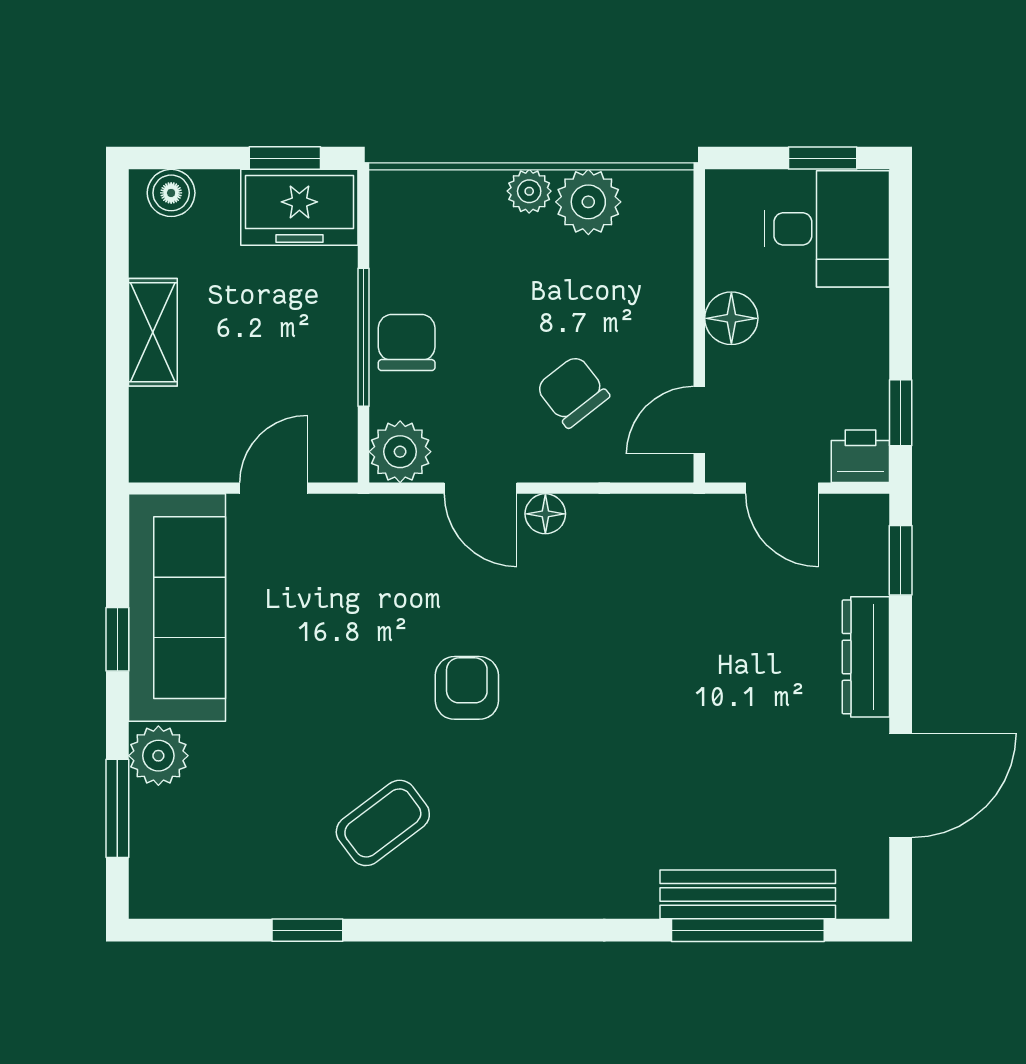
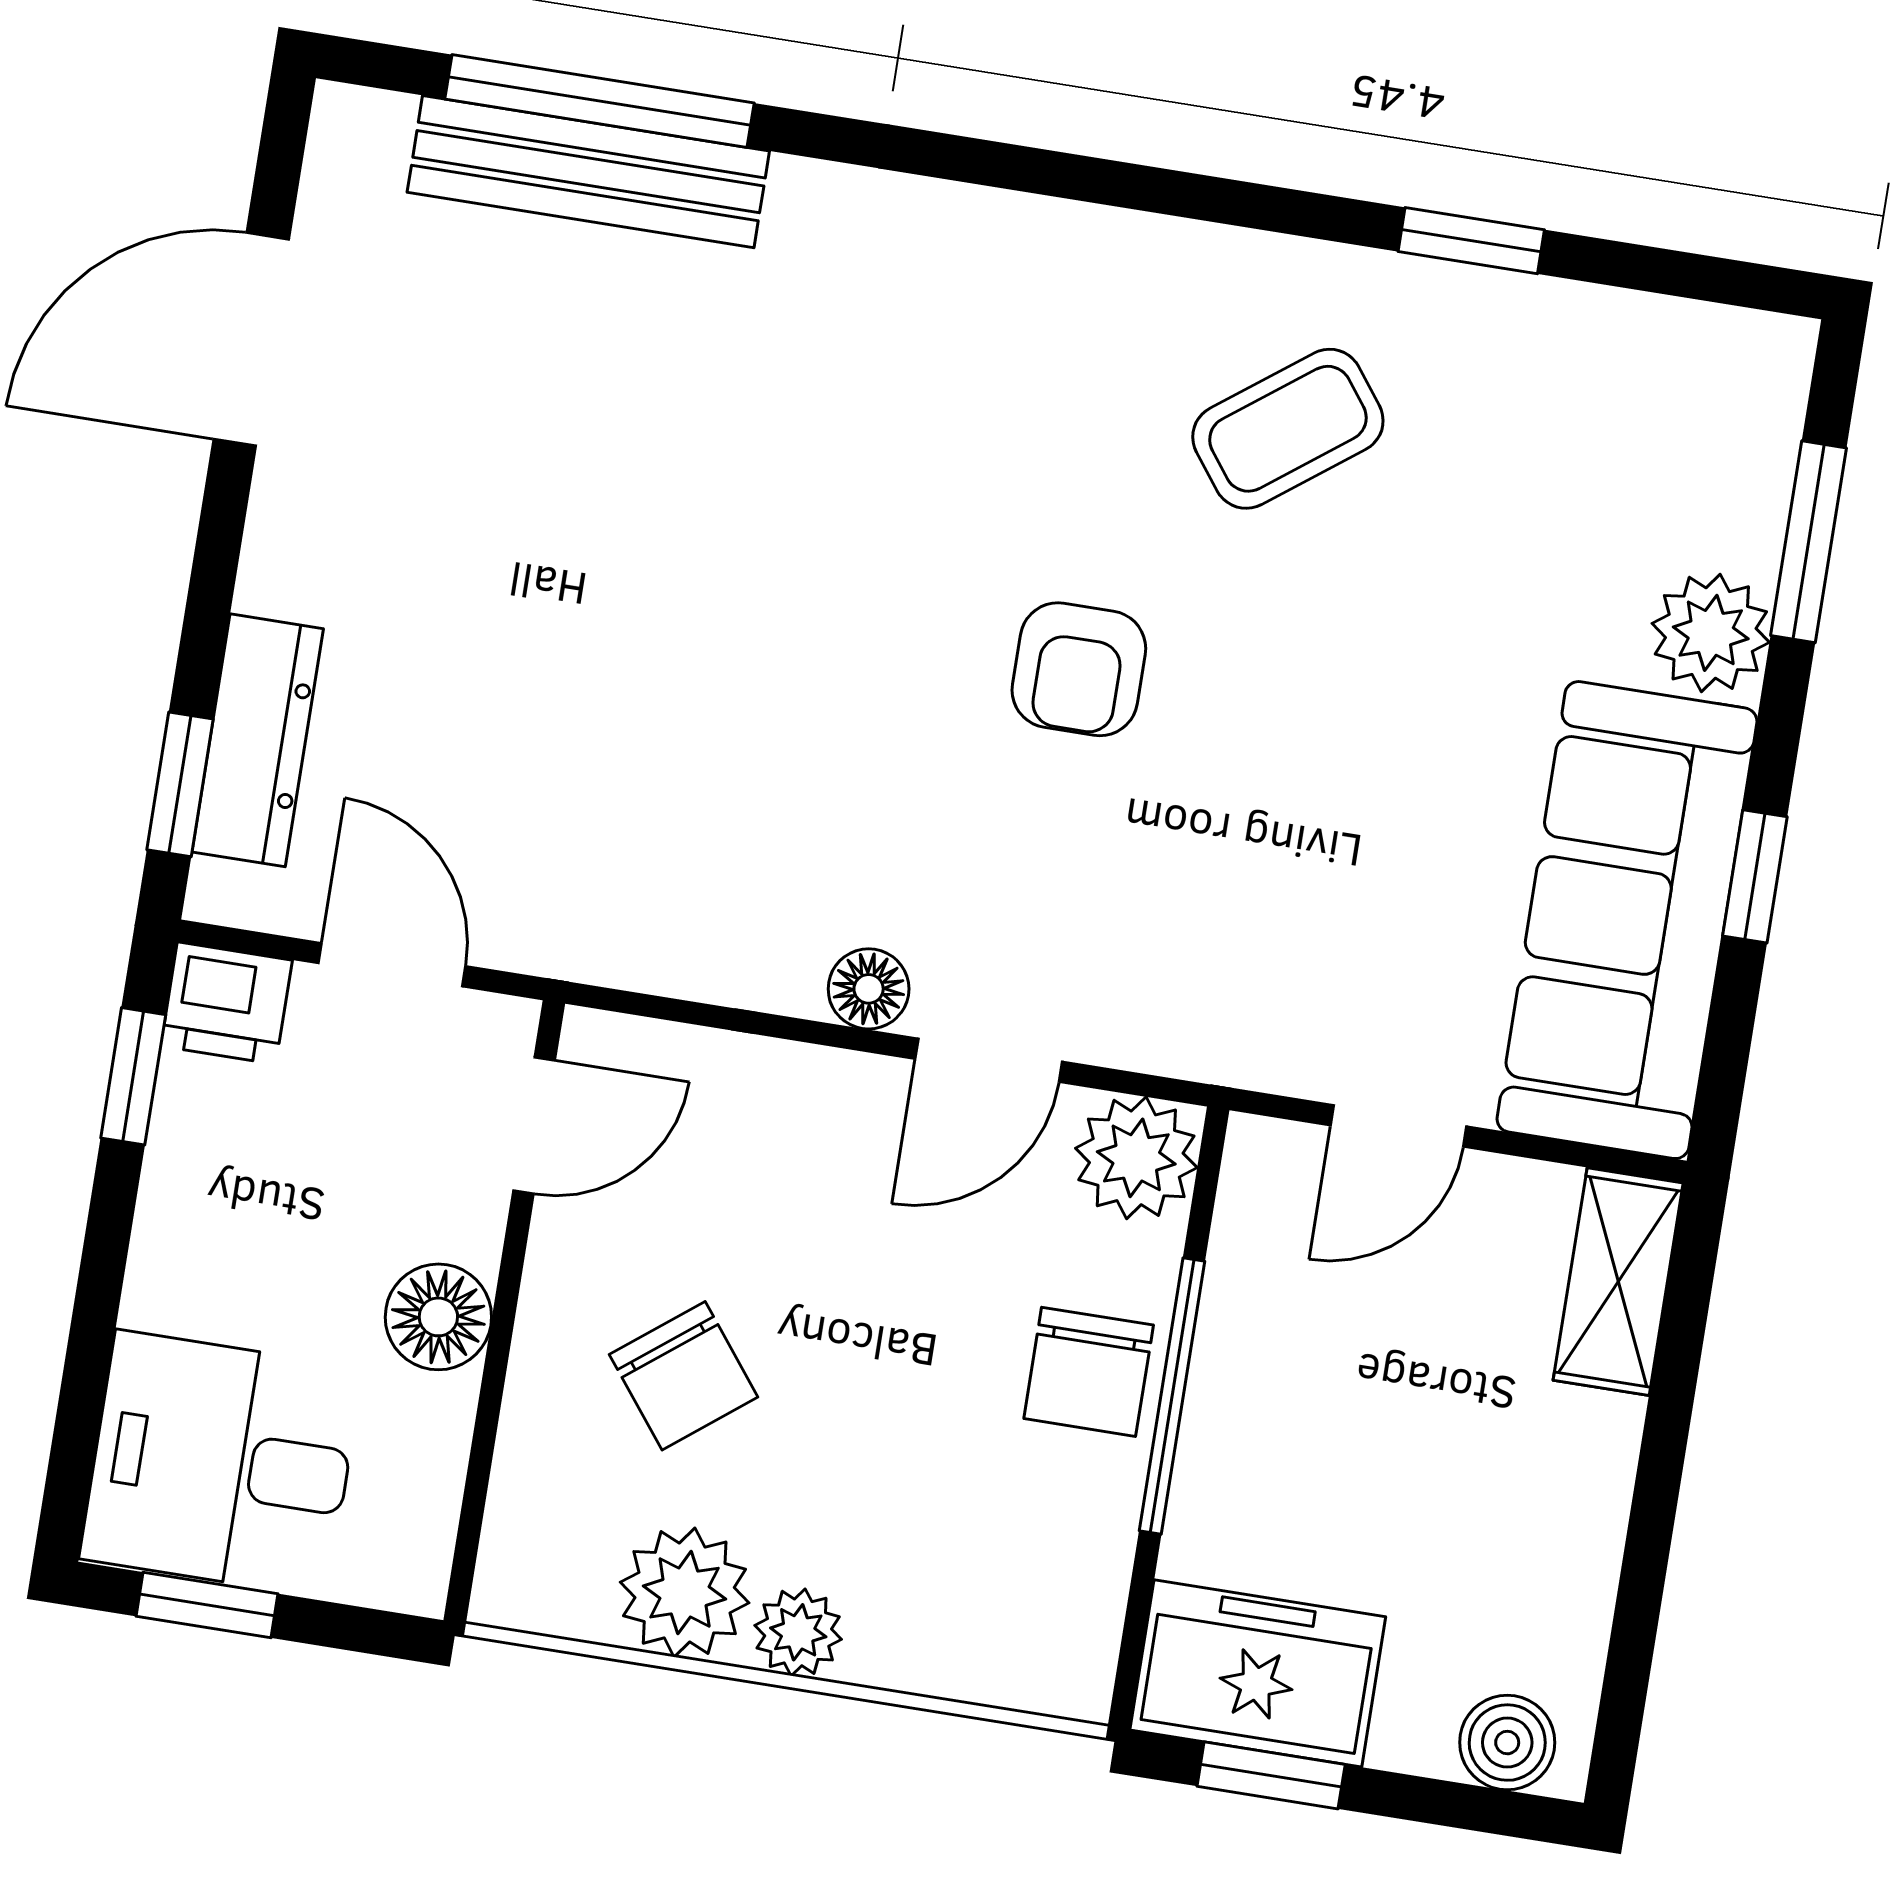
shelving: (153, 332) -> (1618, 1282), moved
chair: (573, 392) -> (684, 1376), moved
door: (481, 488) -> (989, 1060), swing flipped
dresser: (866, 657) -> (258, 740), moved

